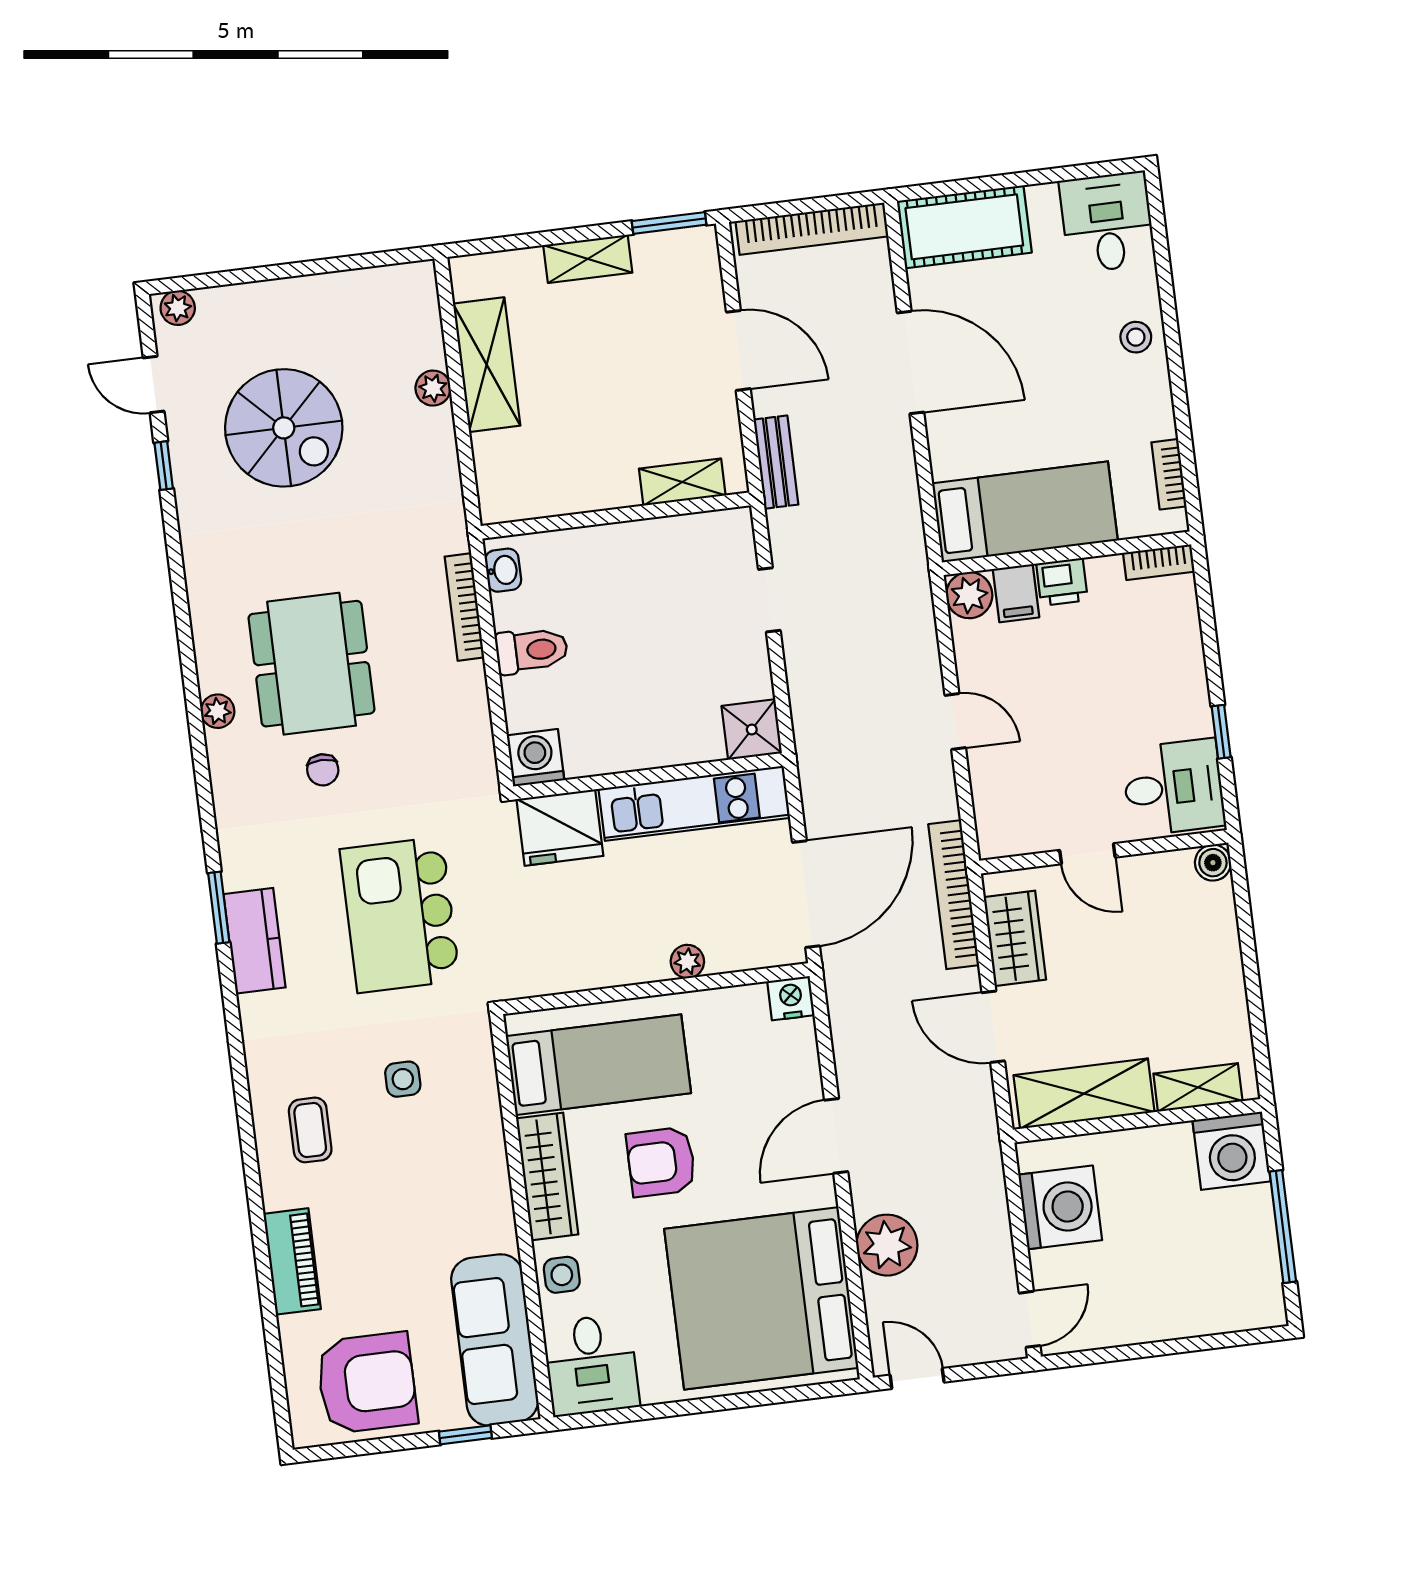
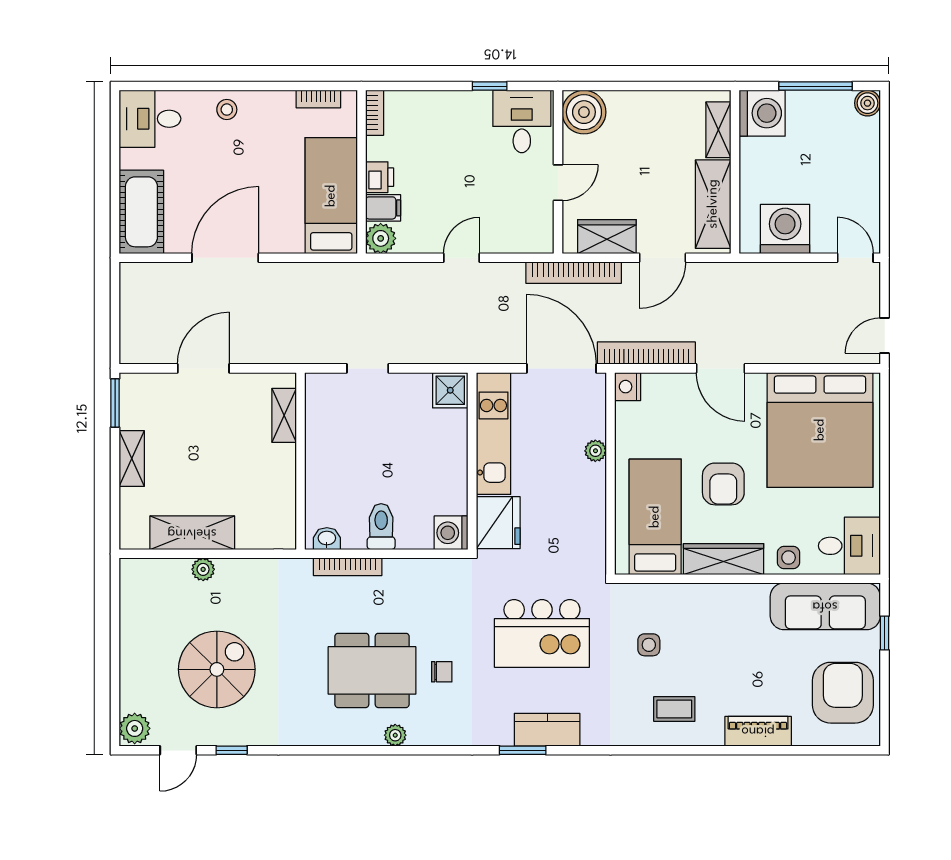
bookcase: (812, 229) -> (646, 353), moved, turned -90
plant: (178, 308) -> (135, 728), width x1.38, depth x1.38
bench: (776, 462) -> (279, 353), removed
boiler: (1213, 863) -> (584, 112), width x1.86, depth x1.86
plant: (887, 1245) -> (795, 344), removed
boiler: (1267, 1309) -> (867, 103), added

